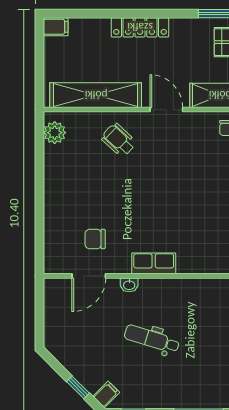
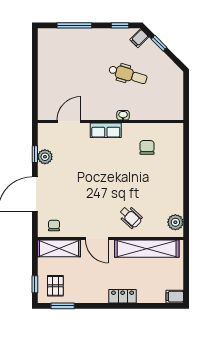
locker: (140, 27) -> (123, 296), width x0.66
chair: (95, 239) -> (147, 147), turned -90
door: (89, 276) -> (69, 122), moved
dental chair: (152, 339) -> (128, 74), moved

